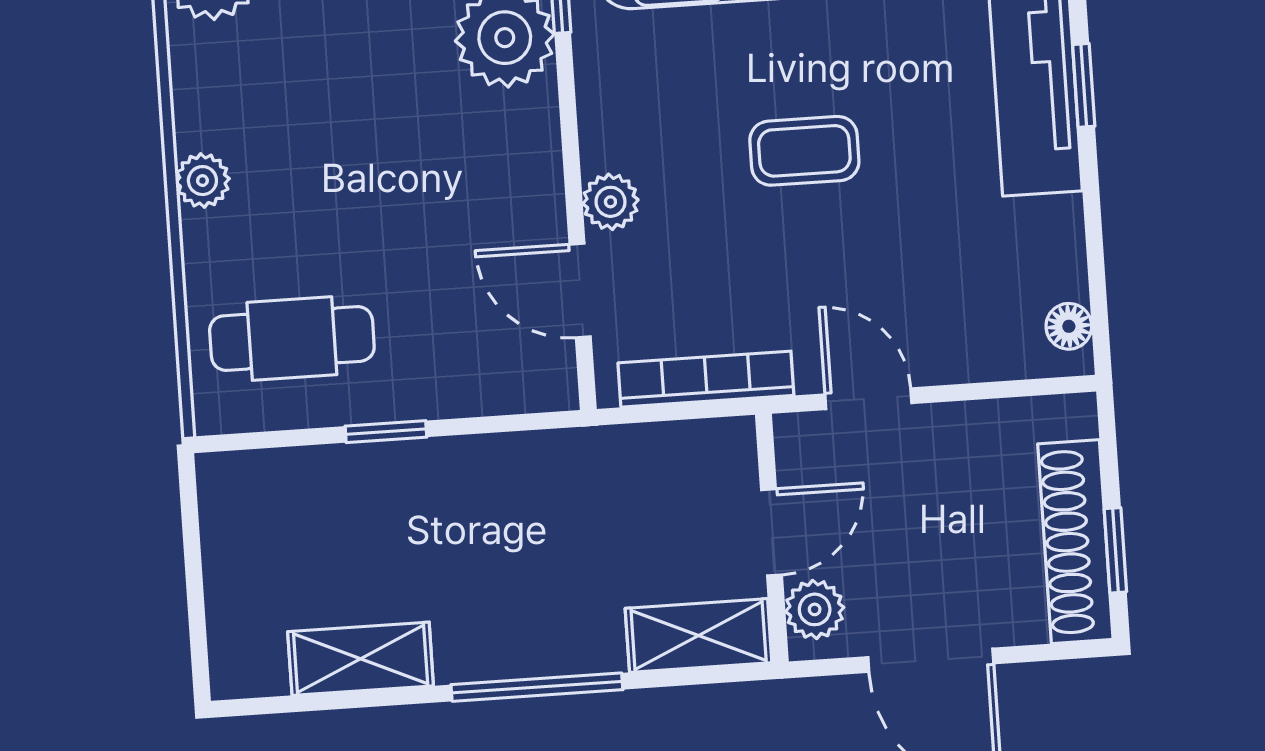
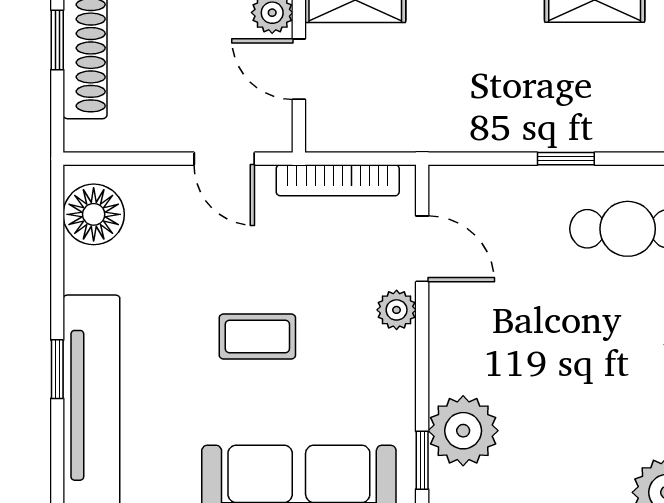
floor lamp: (1069, 326) -> (94, 214), width x1.89, depth x1.89
door: (771, 532) -> (299, 69), hinge flipped

